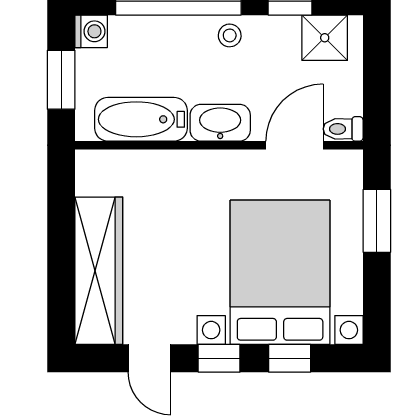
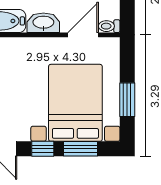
window: (377, 221) -> (127, 100), moved
window: (290, 358) -> (81, 149), width x1.50

